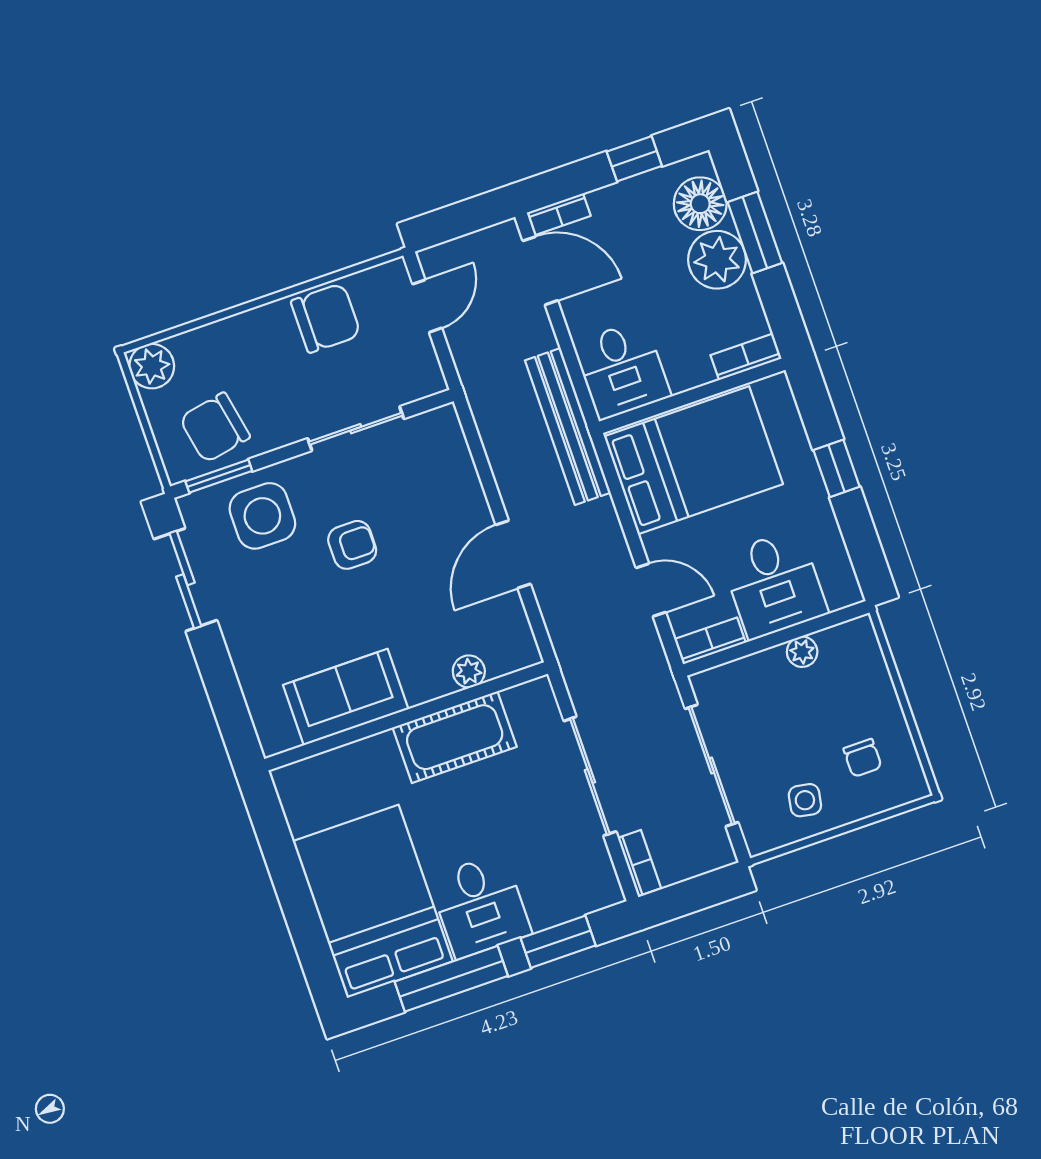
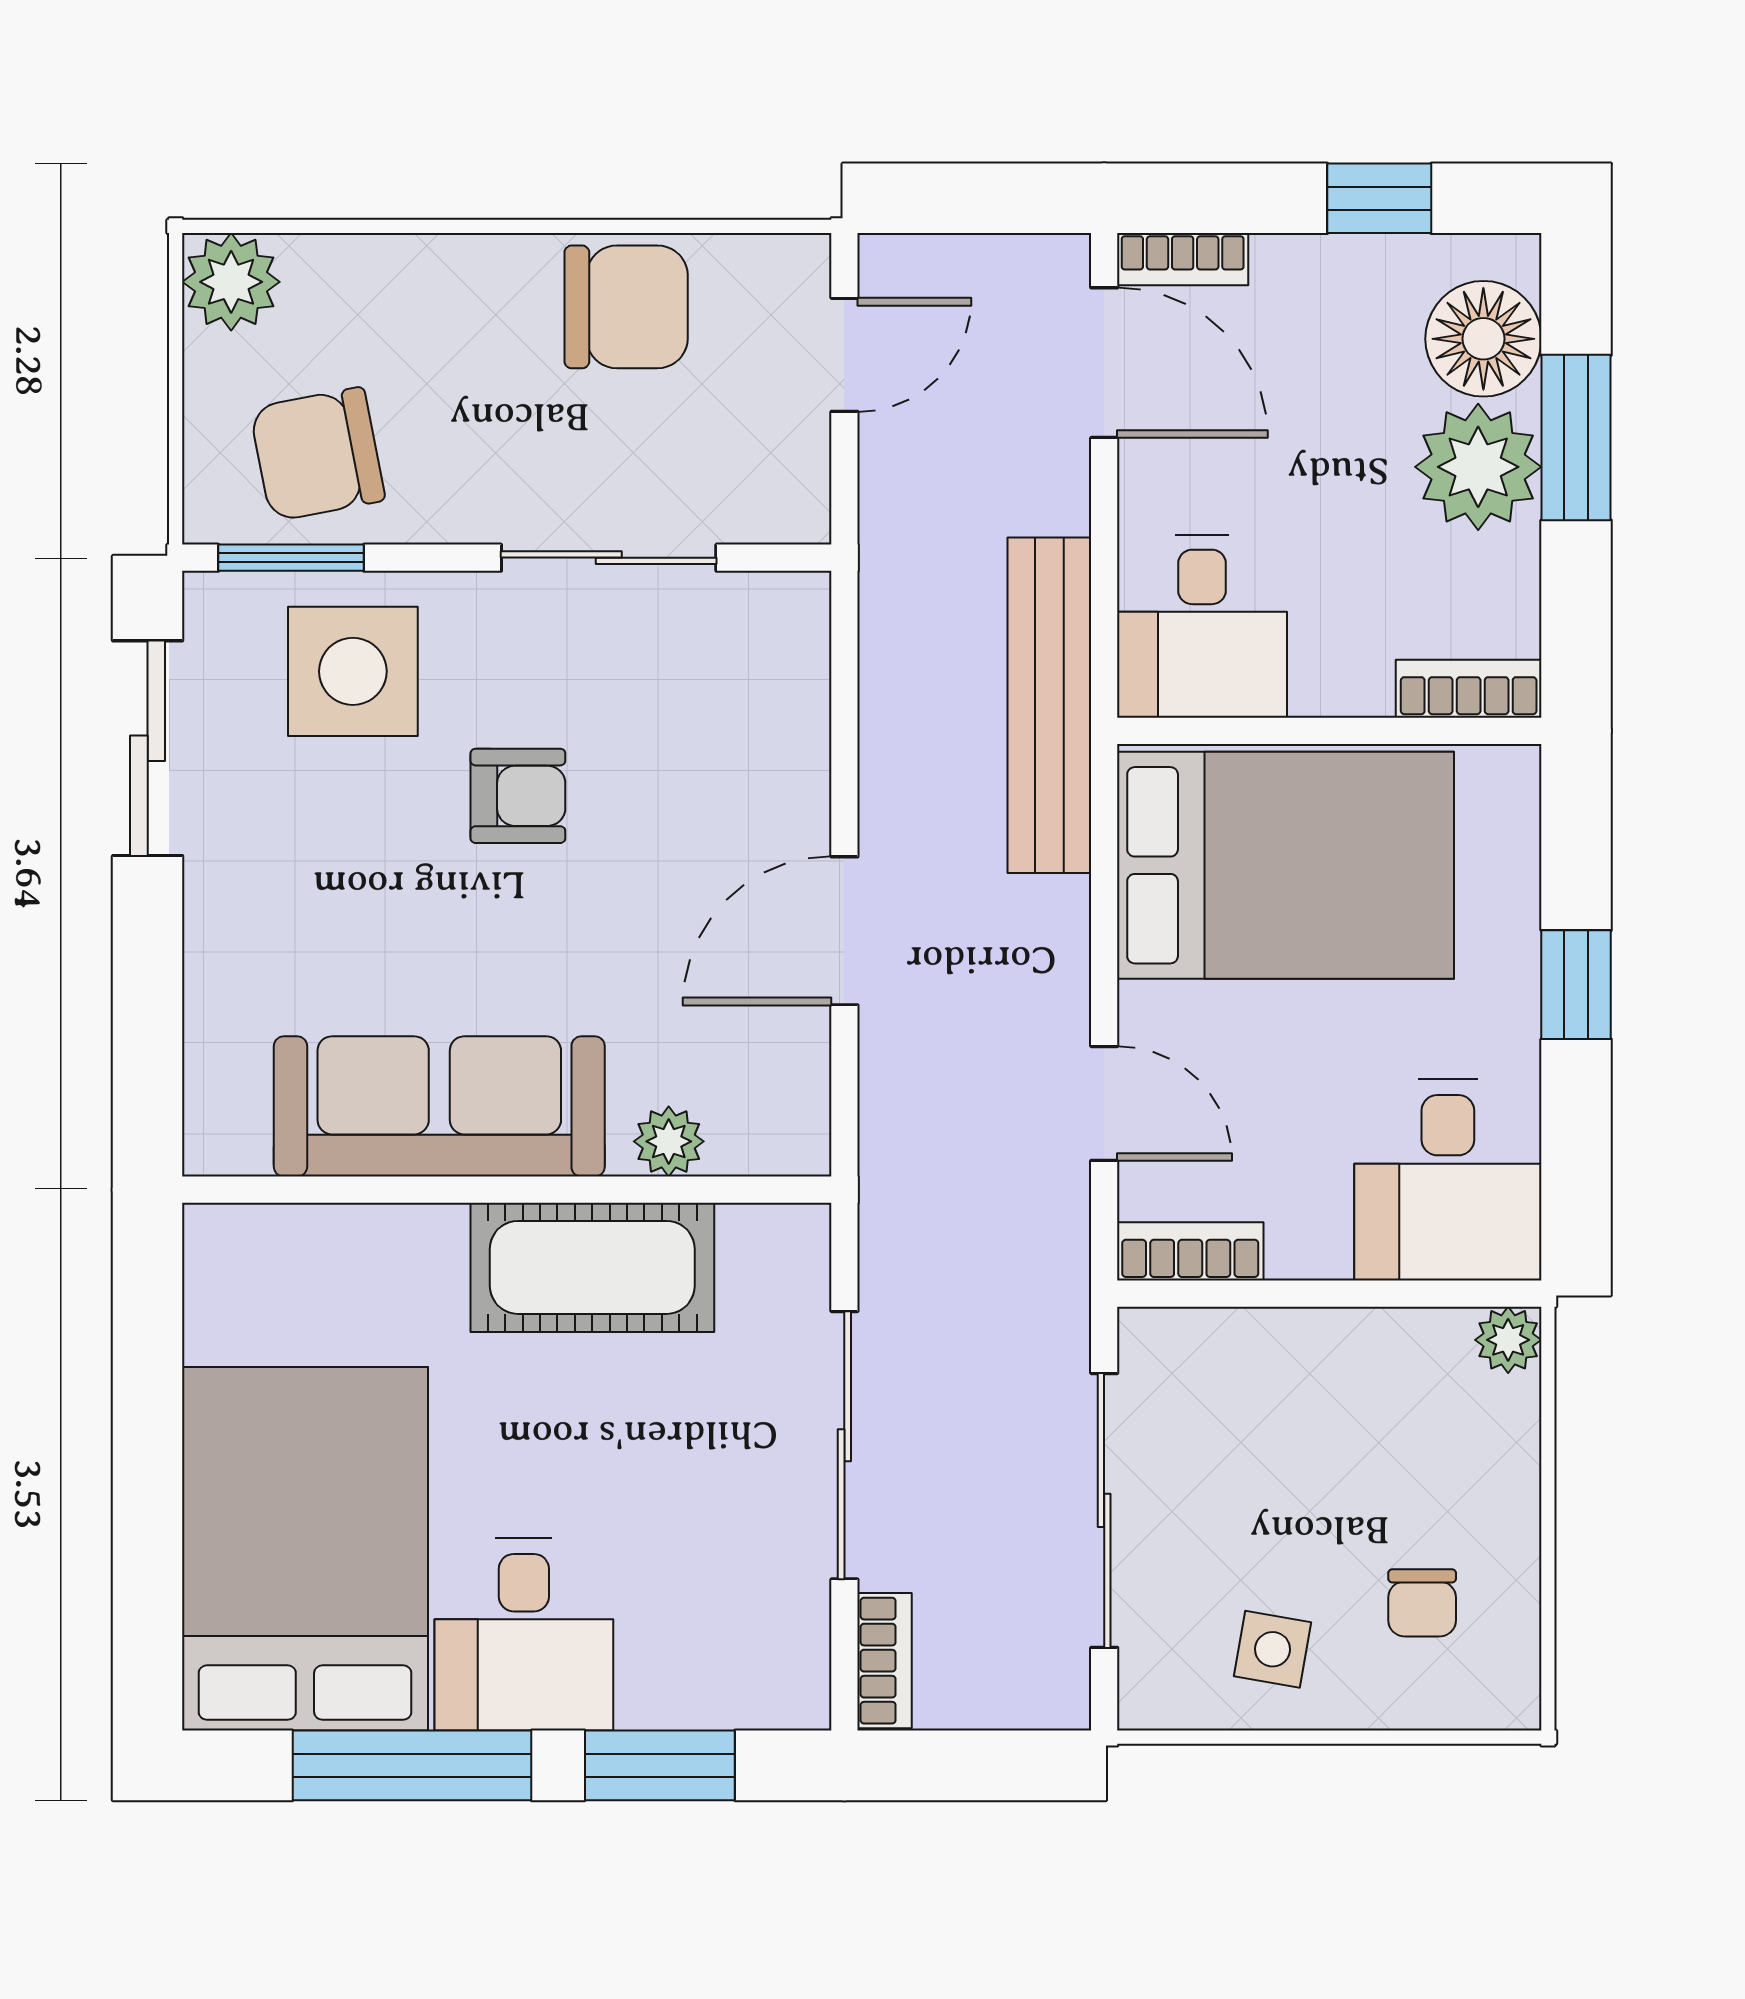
desk: (774, 584) -> (1448, 1180), moved
plant: (802, 652) -> (1508, 1340), moved
sofa: (346, 697) -> (439, 1106), width x1.36

